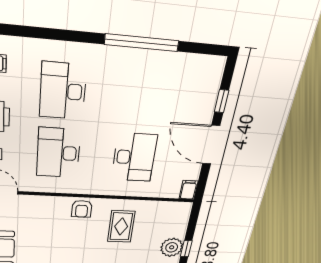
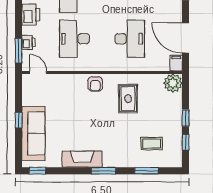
door: (211, 145) -> (186, 38), moved
plant: (172, 247) -> (173, 83), moved

